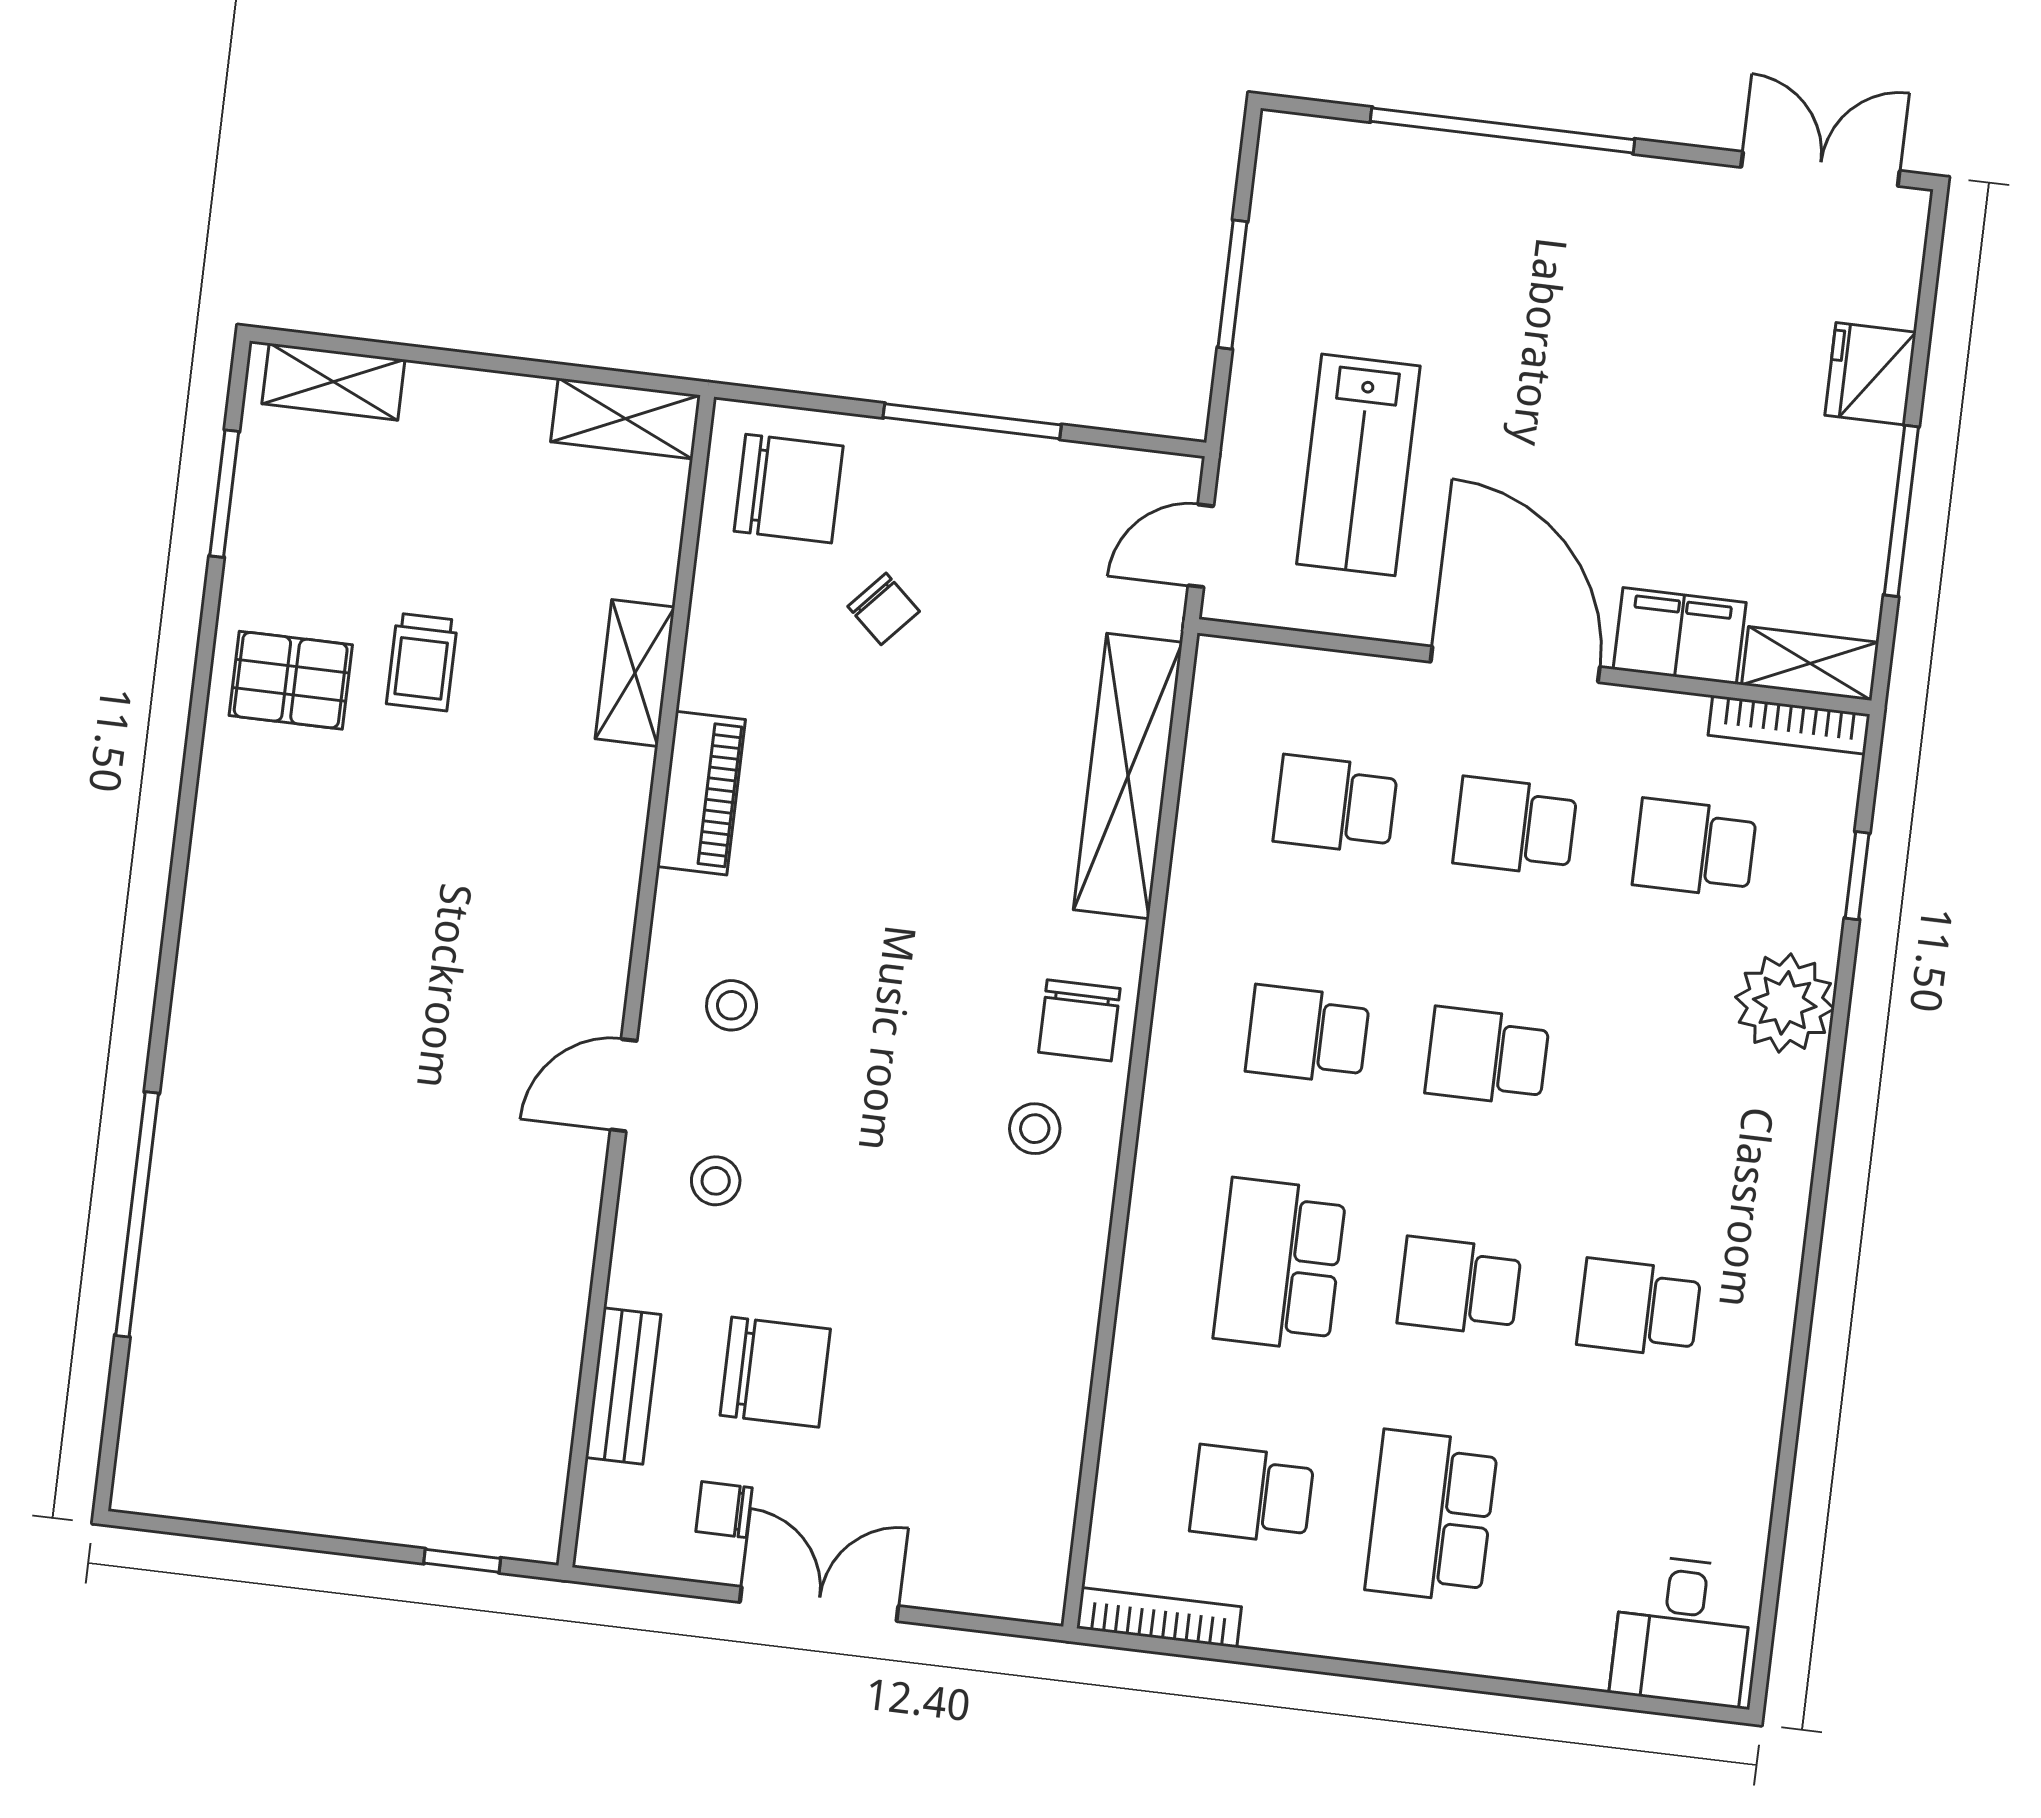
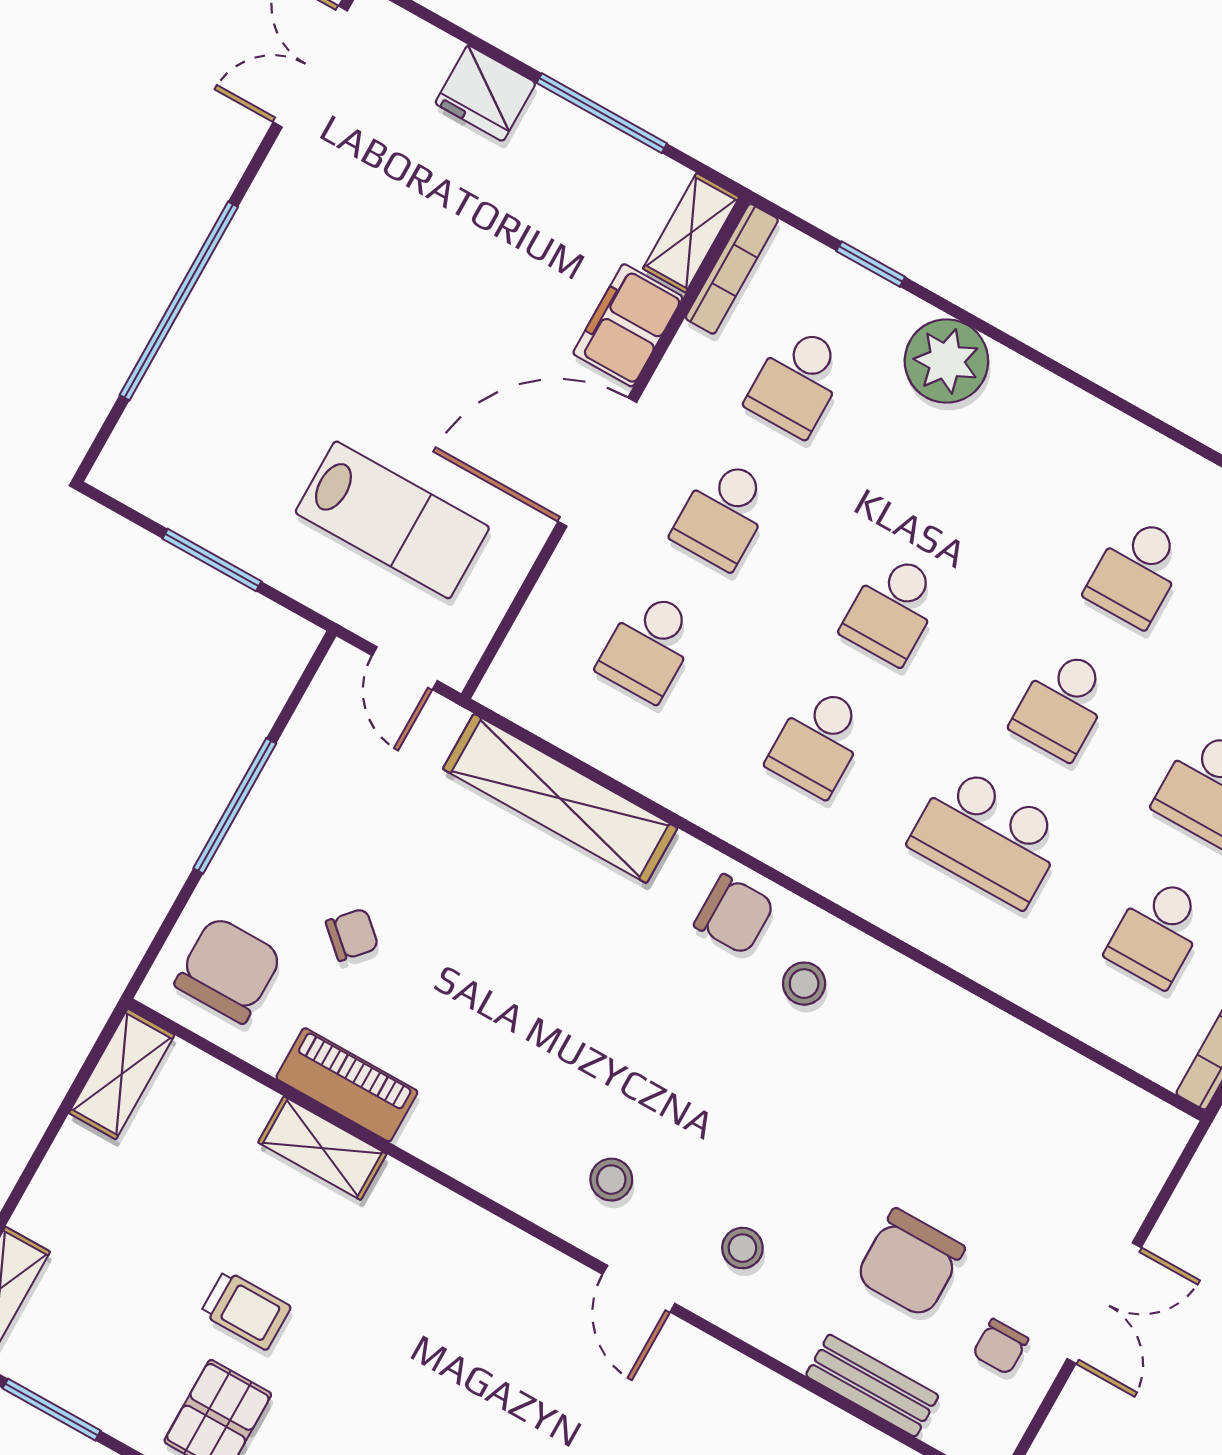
piano: (701, 793) -> (347, 1085), moved
chair: (775, 1372) -> (910, 1263), turned 180
double door: (819, 1604) -> (1104, 1303), swing flipped

